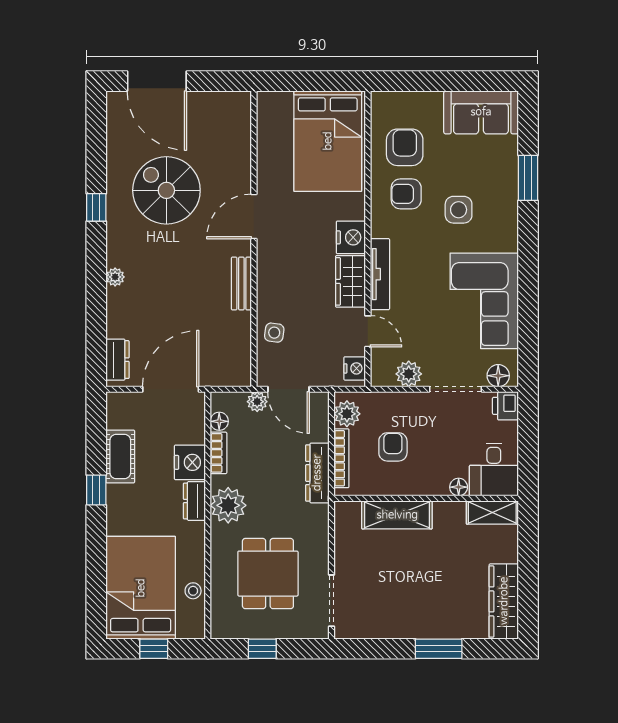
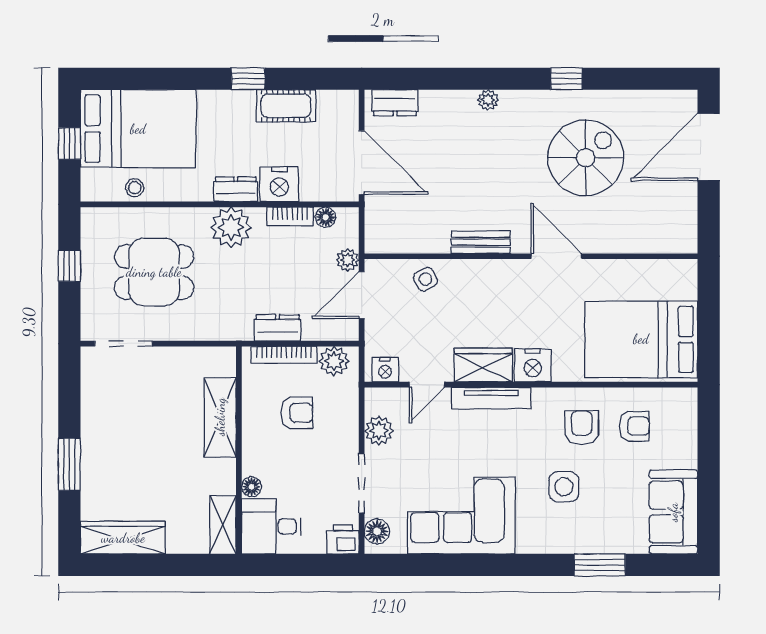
armchair: (405, 147) -> (634, 426), width x0.72, depth x0.72
side table: (274, 333) -> (425, 279), turned -36
dresser: (317, 473) -> (278, 328), width x0.70

